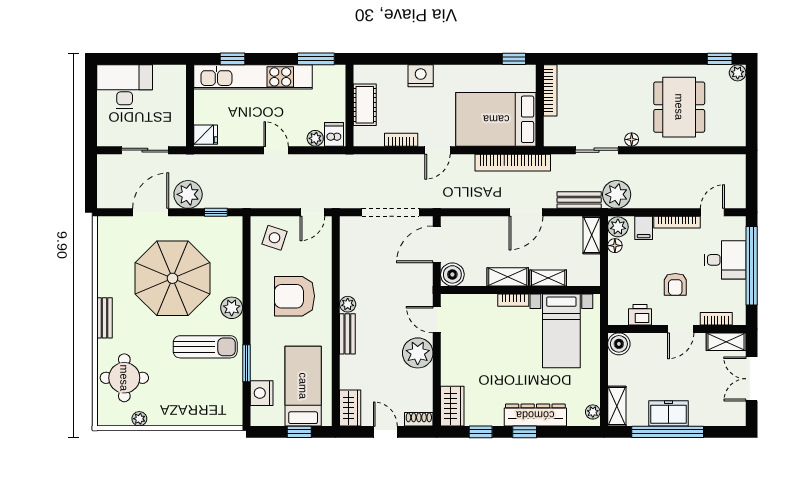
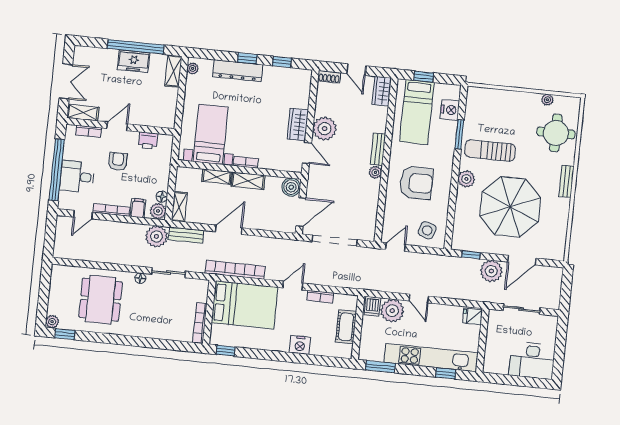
plant: (315, 138) -> (392, 311), width x1.87, depth x1.87
boiler: (619, 344) -> (167, 120), removed
wardrobe: (452, 406) -> (298, 125), moved

